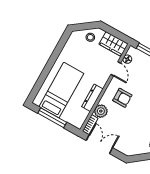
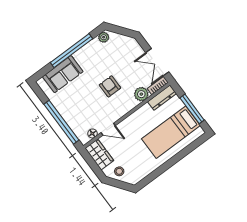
door: (116, 69) -> (108, 129), swing flipped
dresser: (92, 98) -> (162, 98), moved
armchair: (122, 98) -> (110, 86), moved

